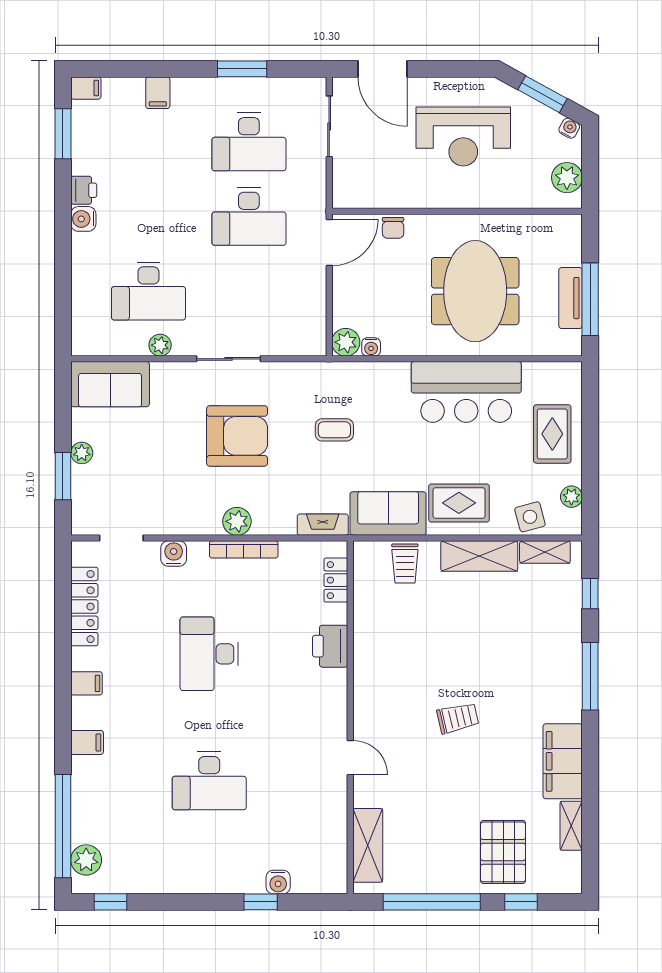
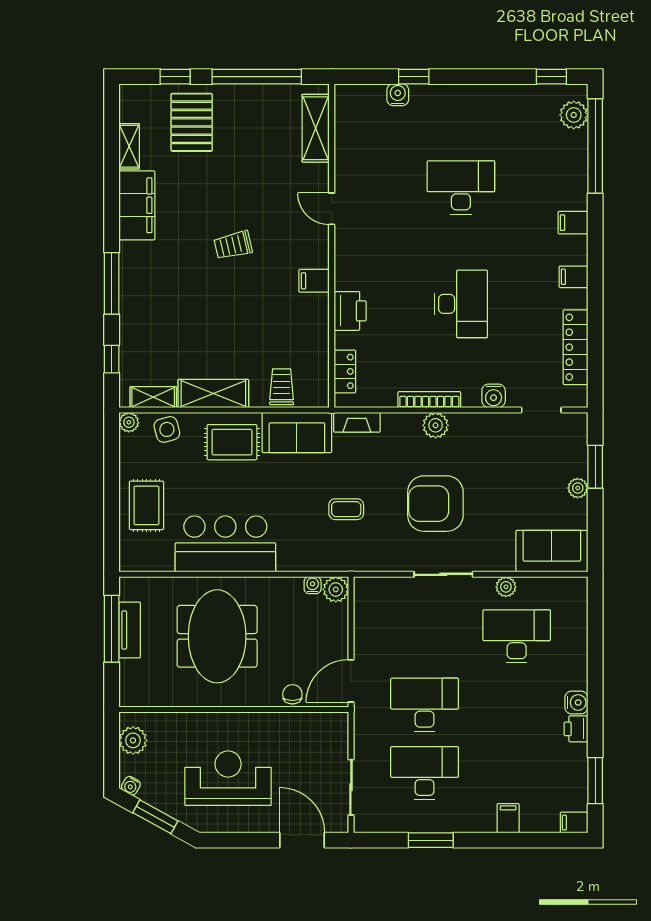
plant: (571, 497) -> (129, 422), moved
filing cabinet: (369, 679) -> (314, 281), added

